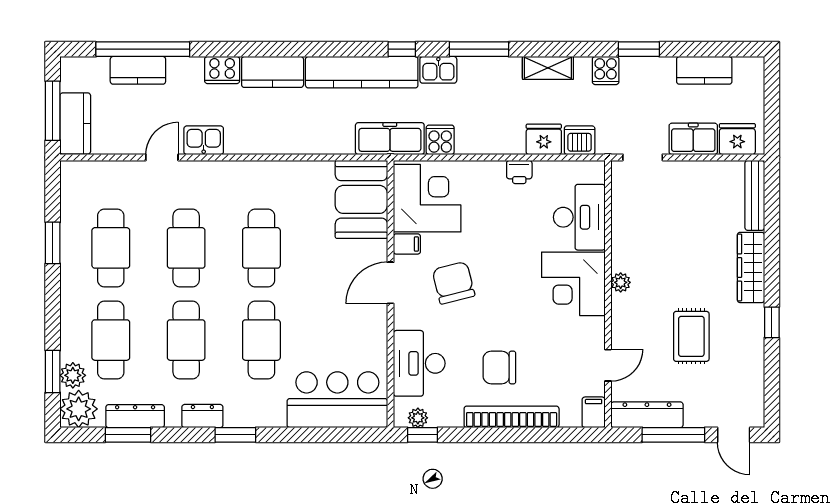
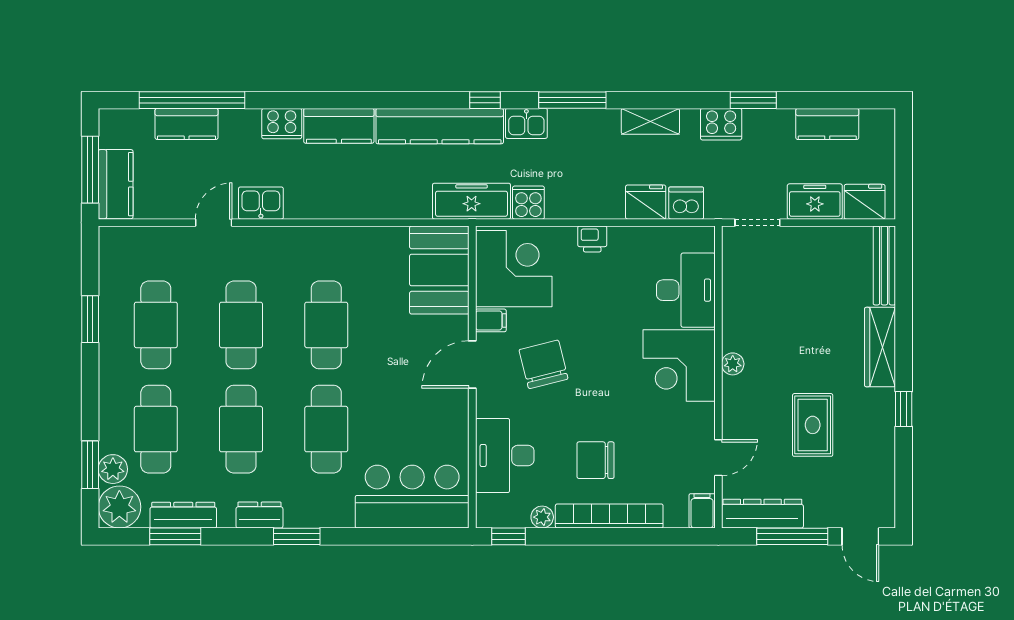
cooker: (606, 70) -> (721, 124), width x1.36
printer: (519, 172) -> (592, 239), moved
plant: (418, 418) -> (542, 517), moved

